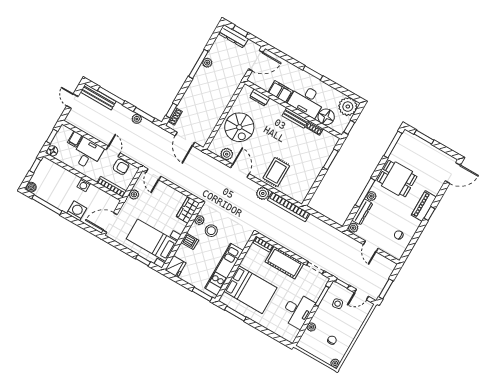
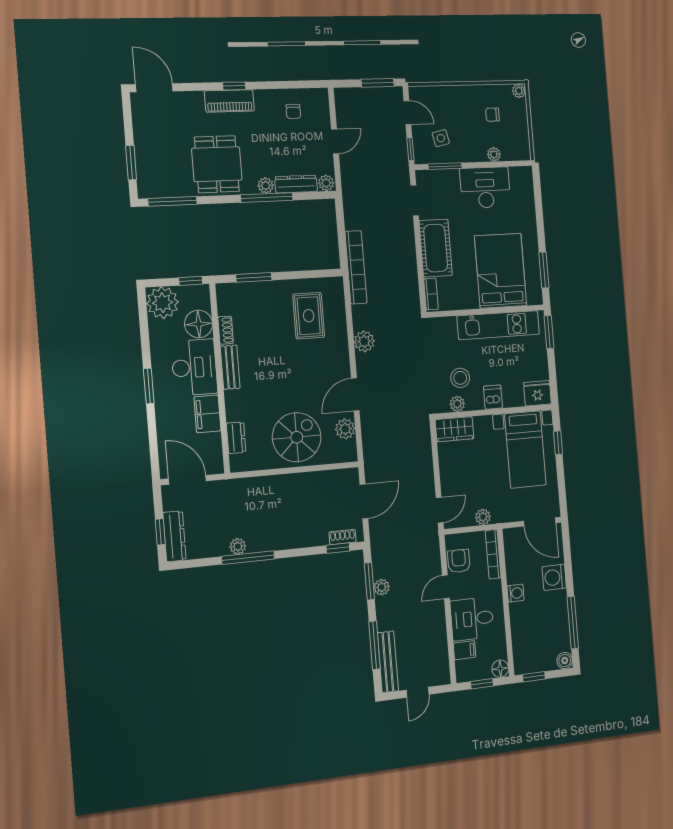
rug: (276, 172) -> (309, 316), moved, turned 90
bookcase: (289, 207) -> (356, 267), moved

